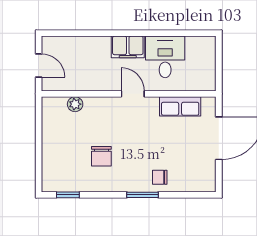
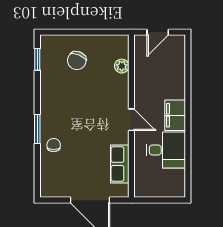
door: (133, 94) -> (131, 120), hinge flipped
chair: (101, 156) -> (77, 61), moved, turned -67

